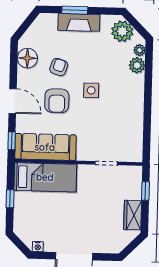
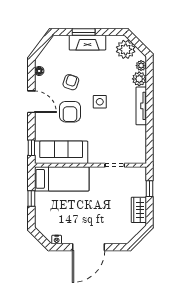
floor lamp: (27, 58) -> (39, 71), width x0.53, depth x0.53
tv unit: (138, 96) -> (141, 106), added
door: (13, 101) -> (31, 102), moved

